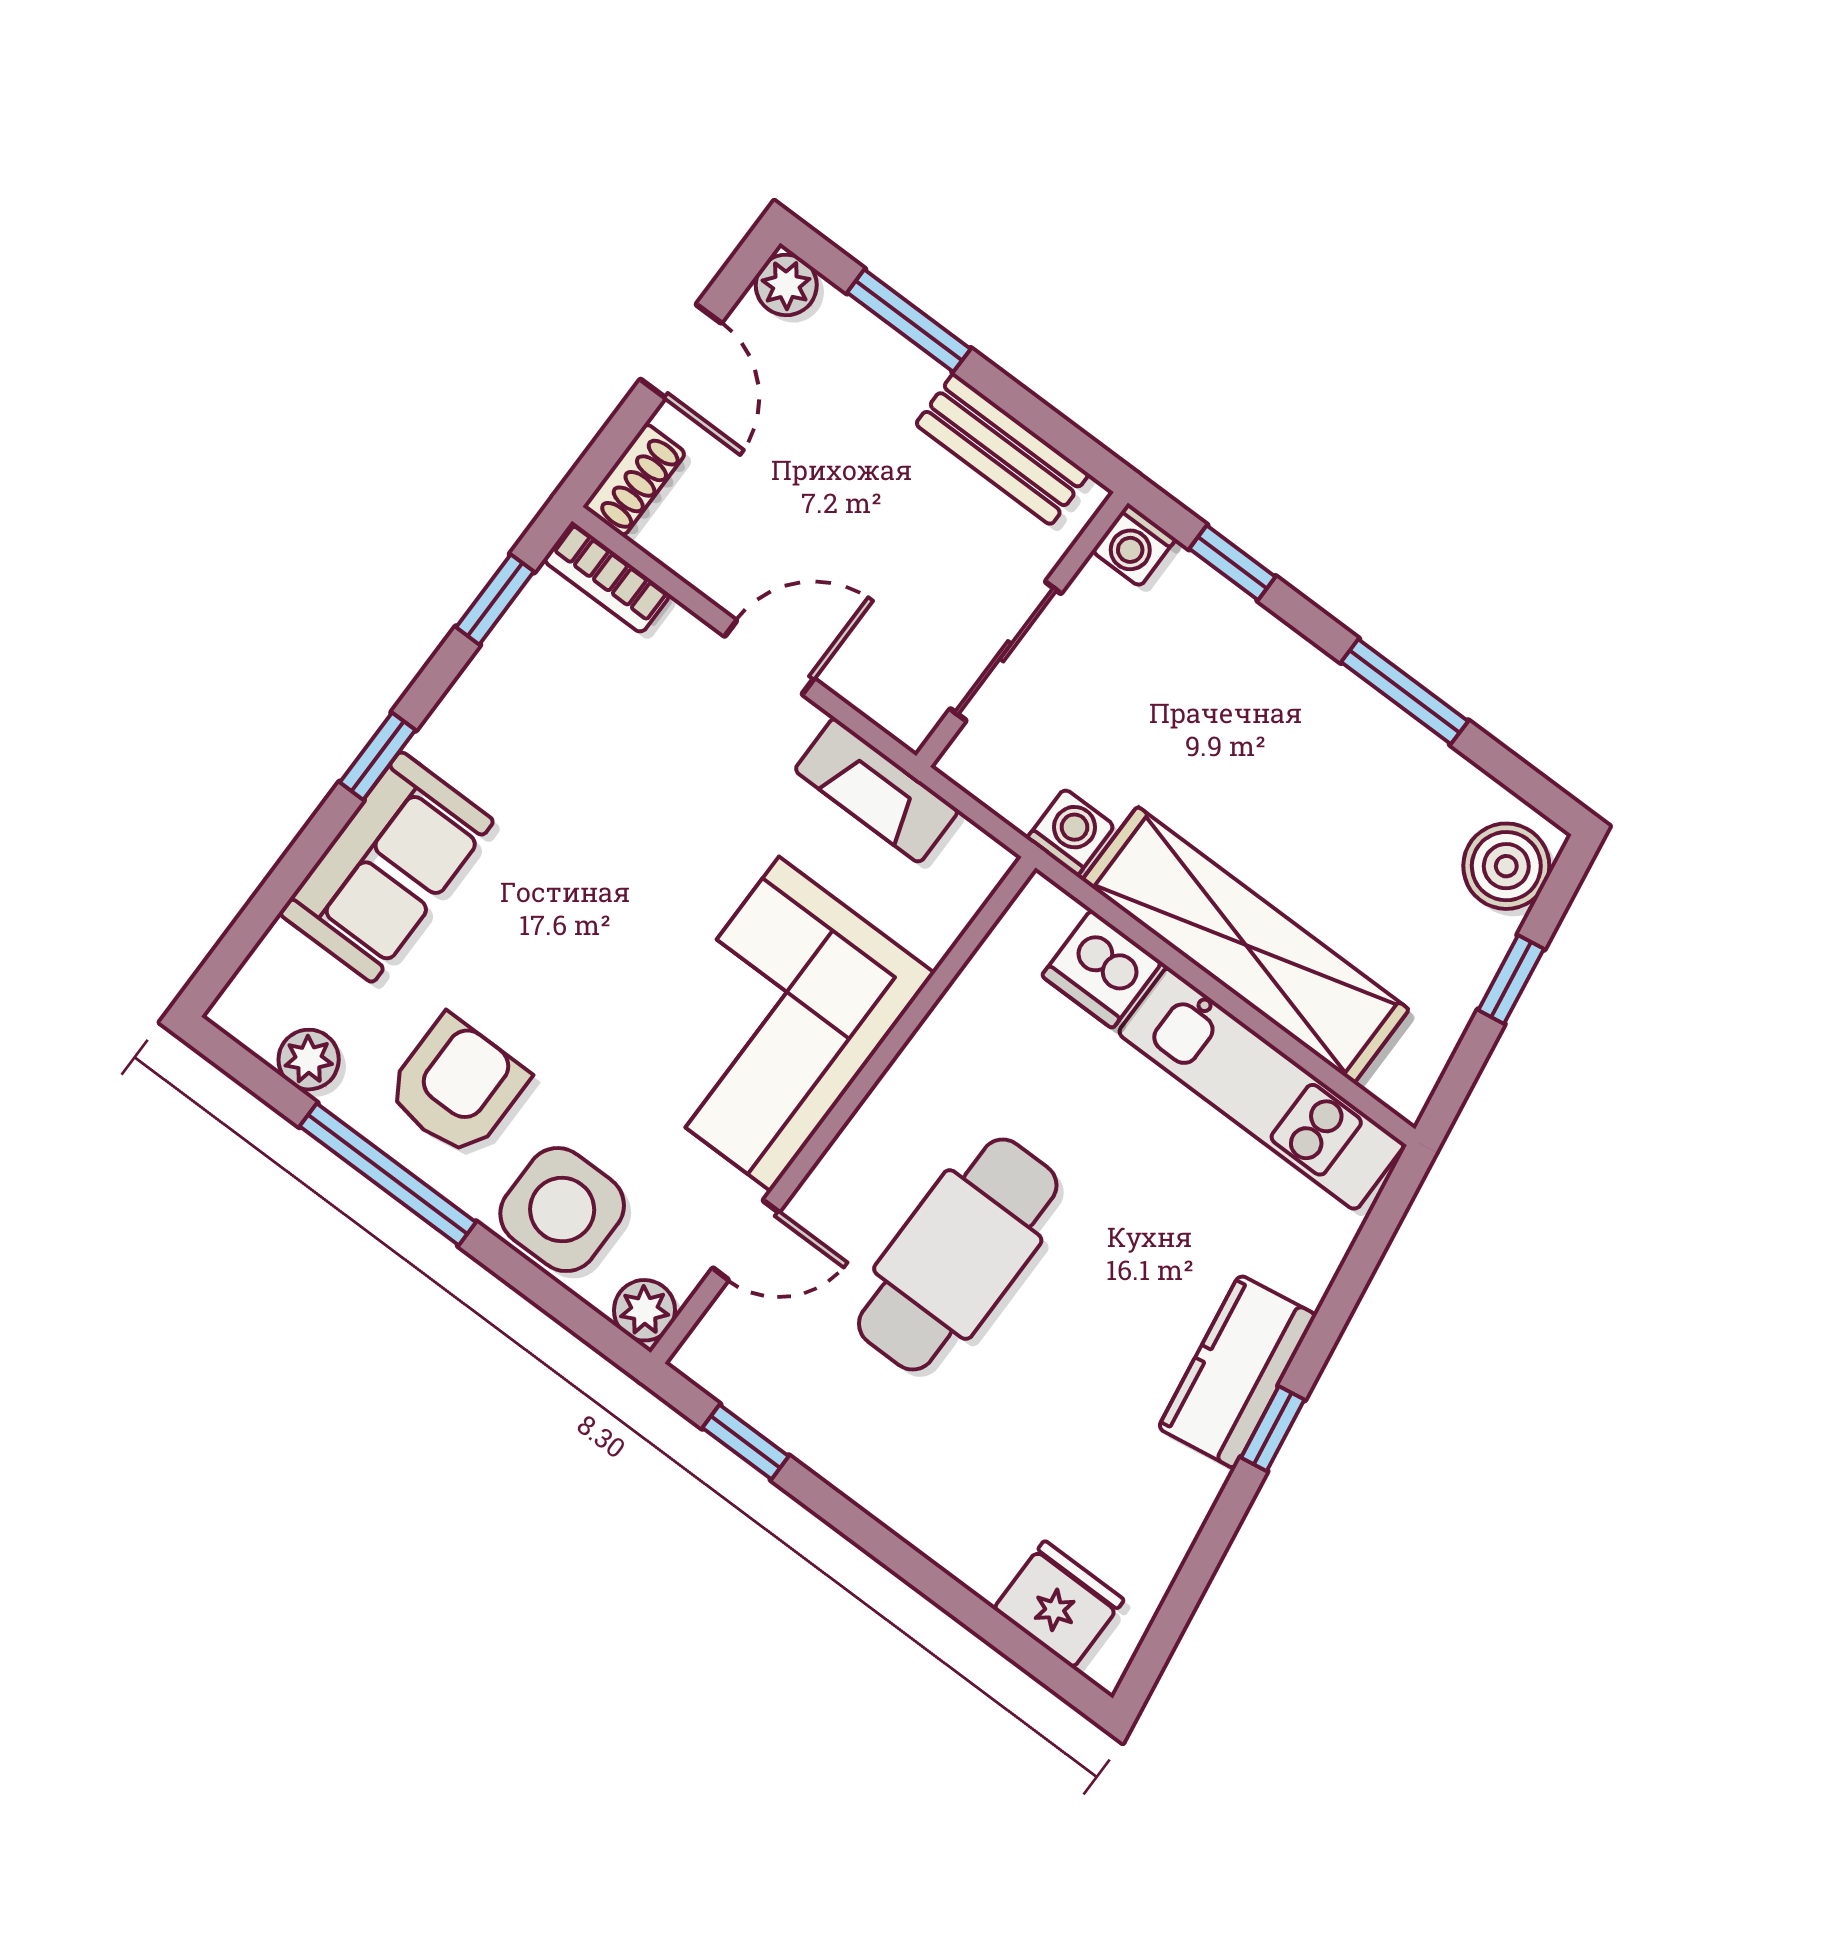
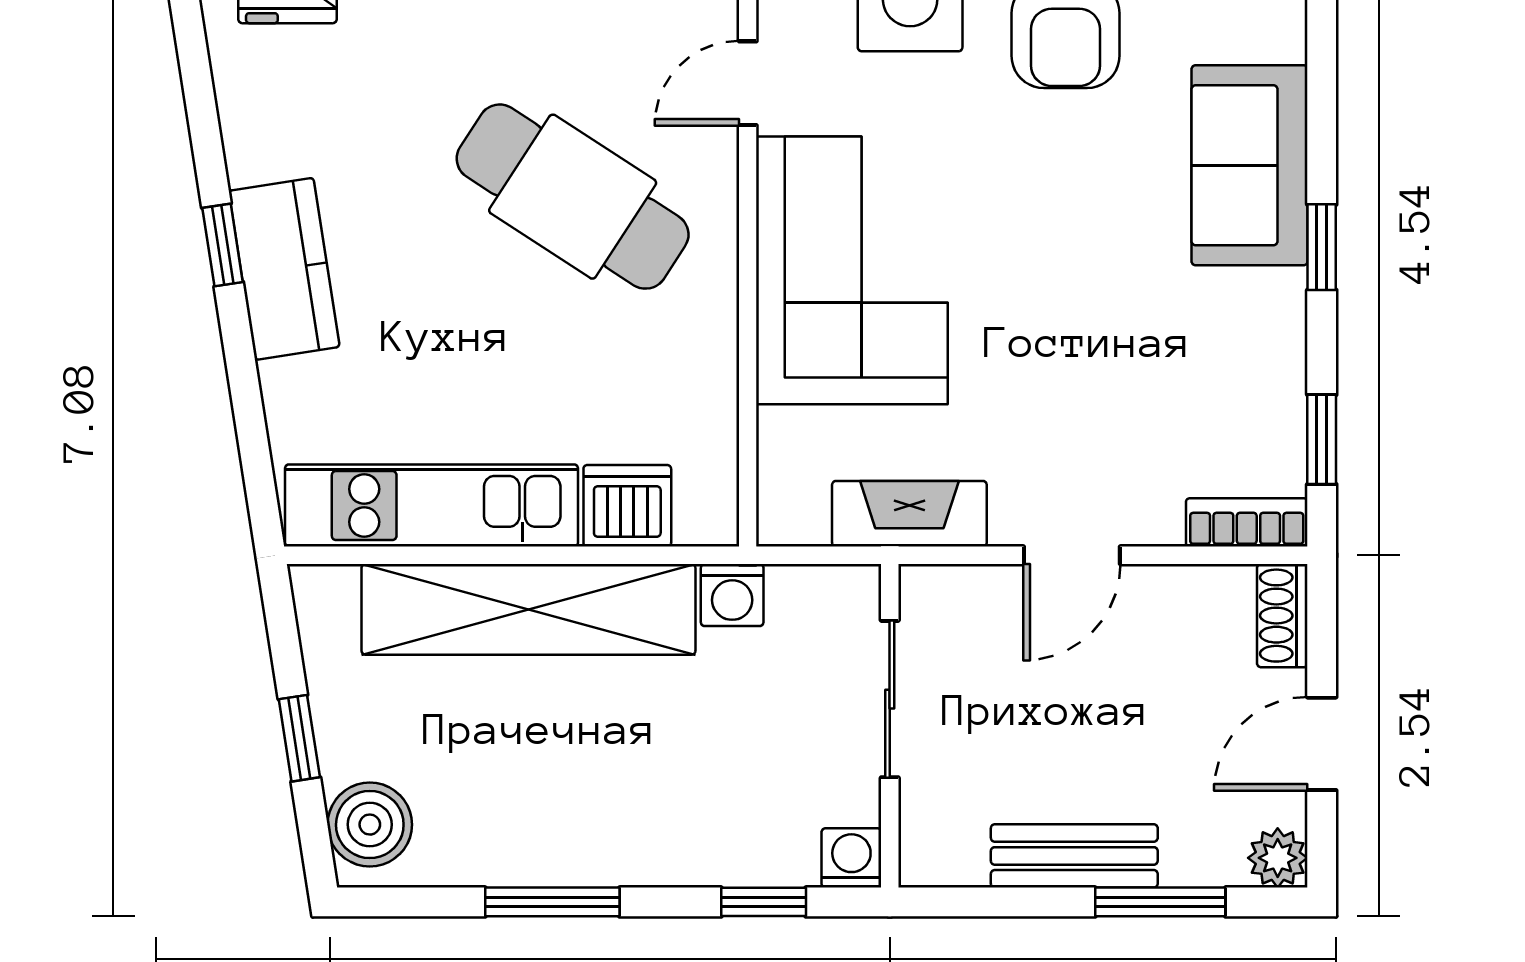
door: (681, 351) -> (1322, 744), hinge flipped
bench: (1002, 449) -> (1074, 856), moved
cafe table: (958, 1255) -> (573, 197), turned -57

